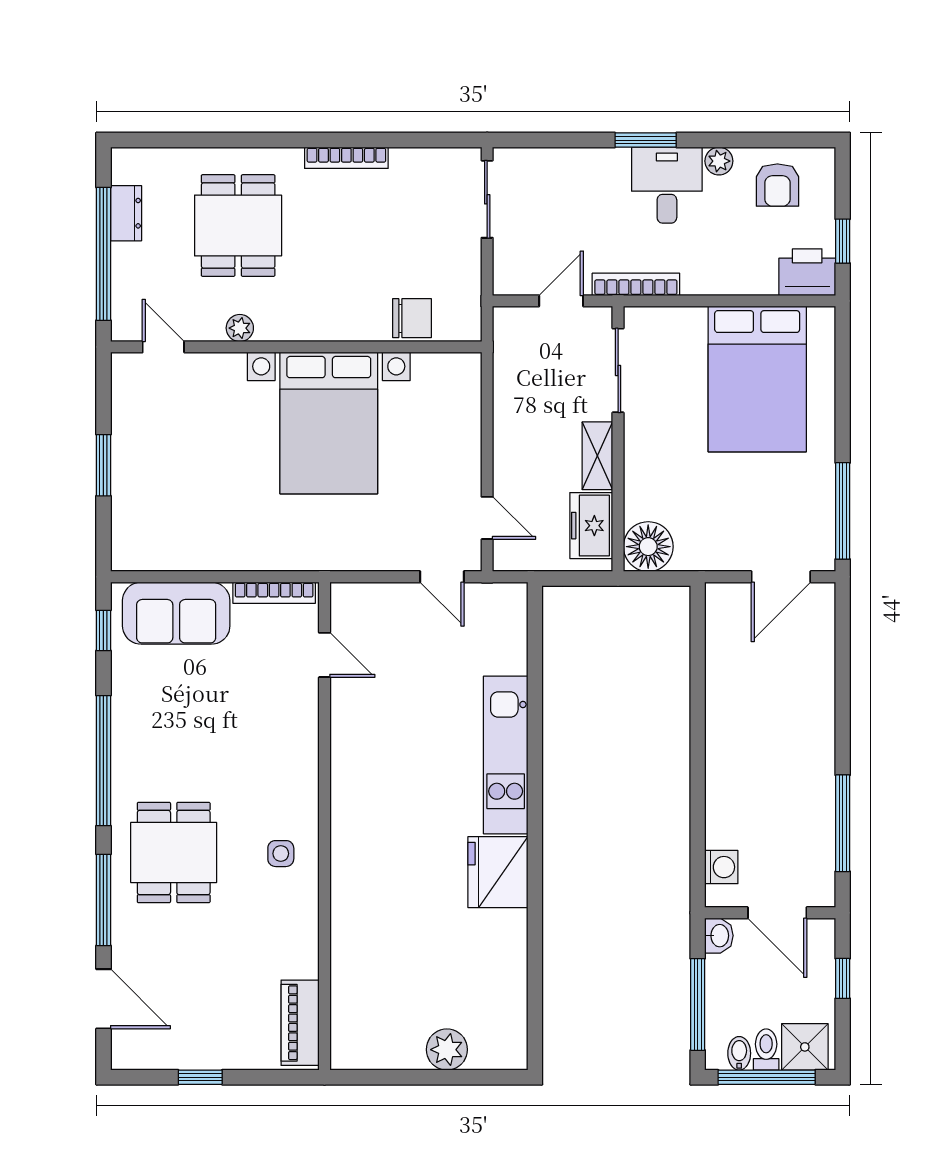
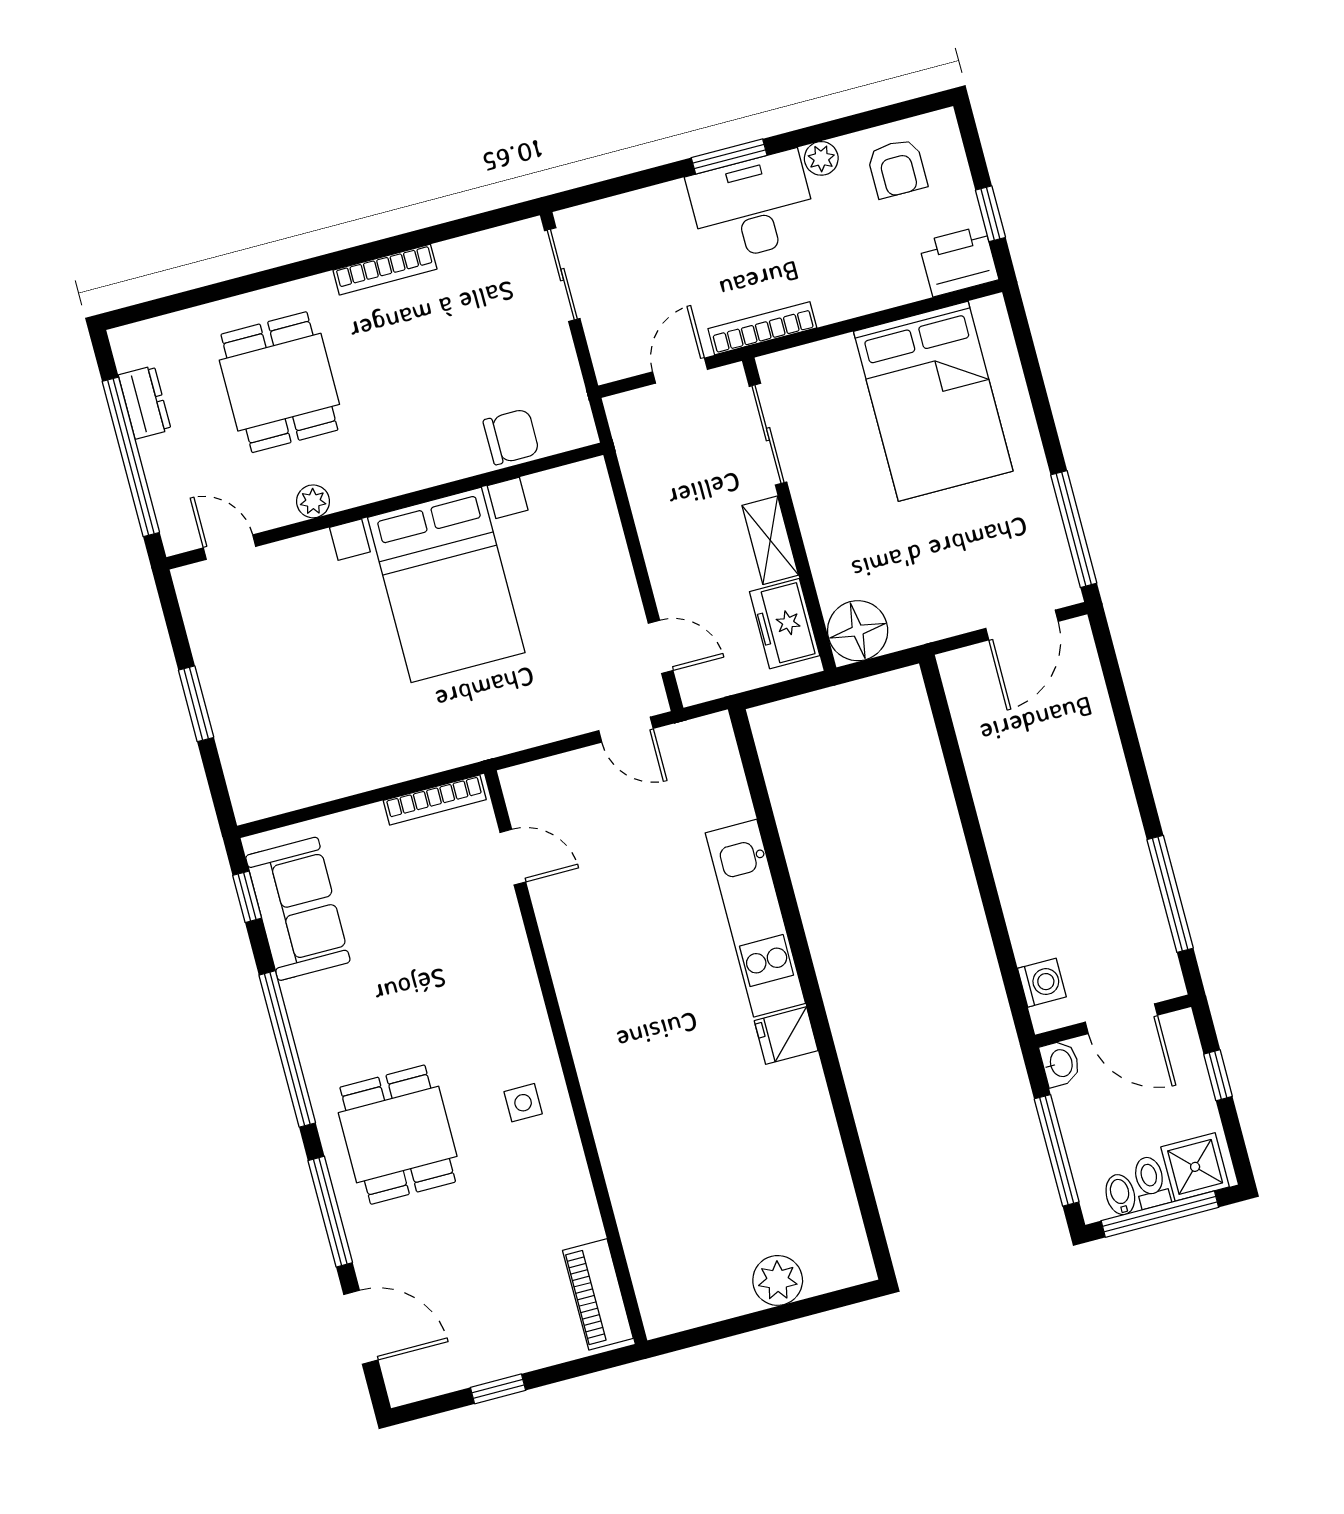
desk: (667, 185) -> (753, 207), width x1.37
sofa: (176, 613) -> (298, 909), moved, turned -90
fridge: (498, 872) -> (786, 1036), width x0.53, depth x0.75

